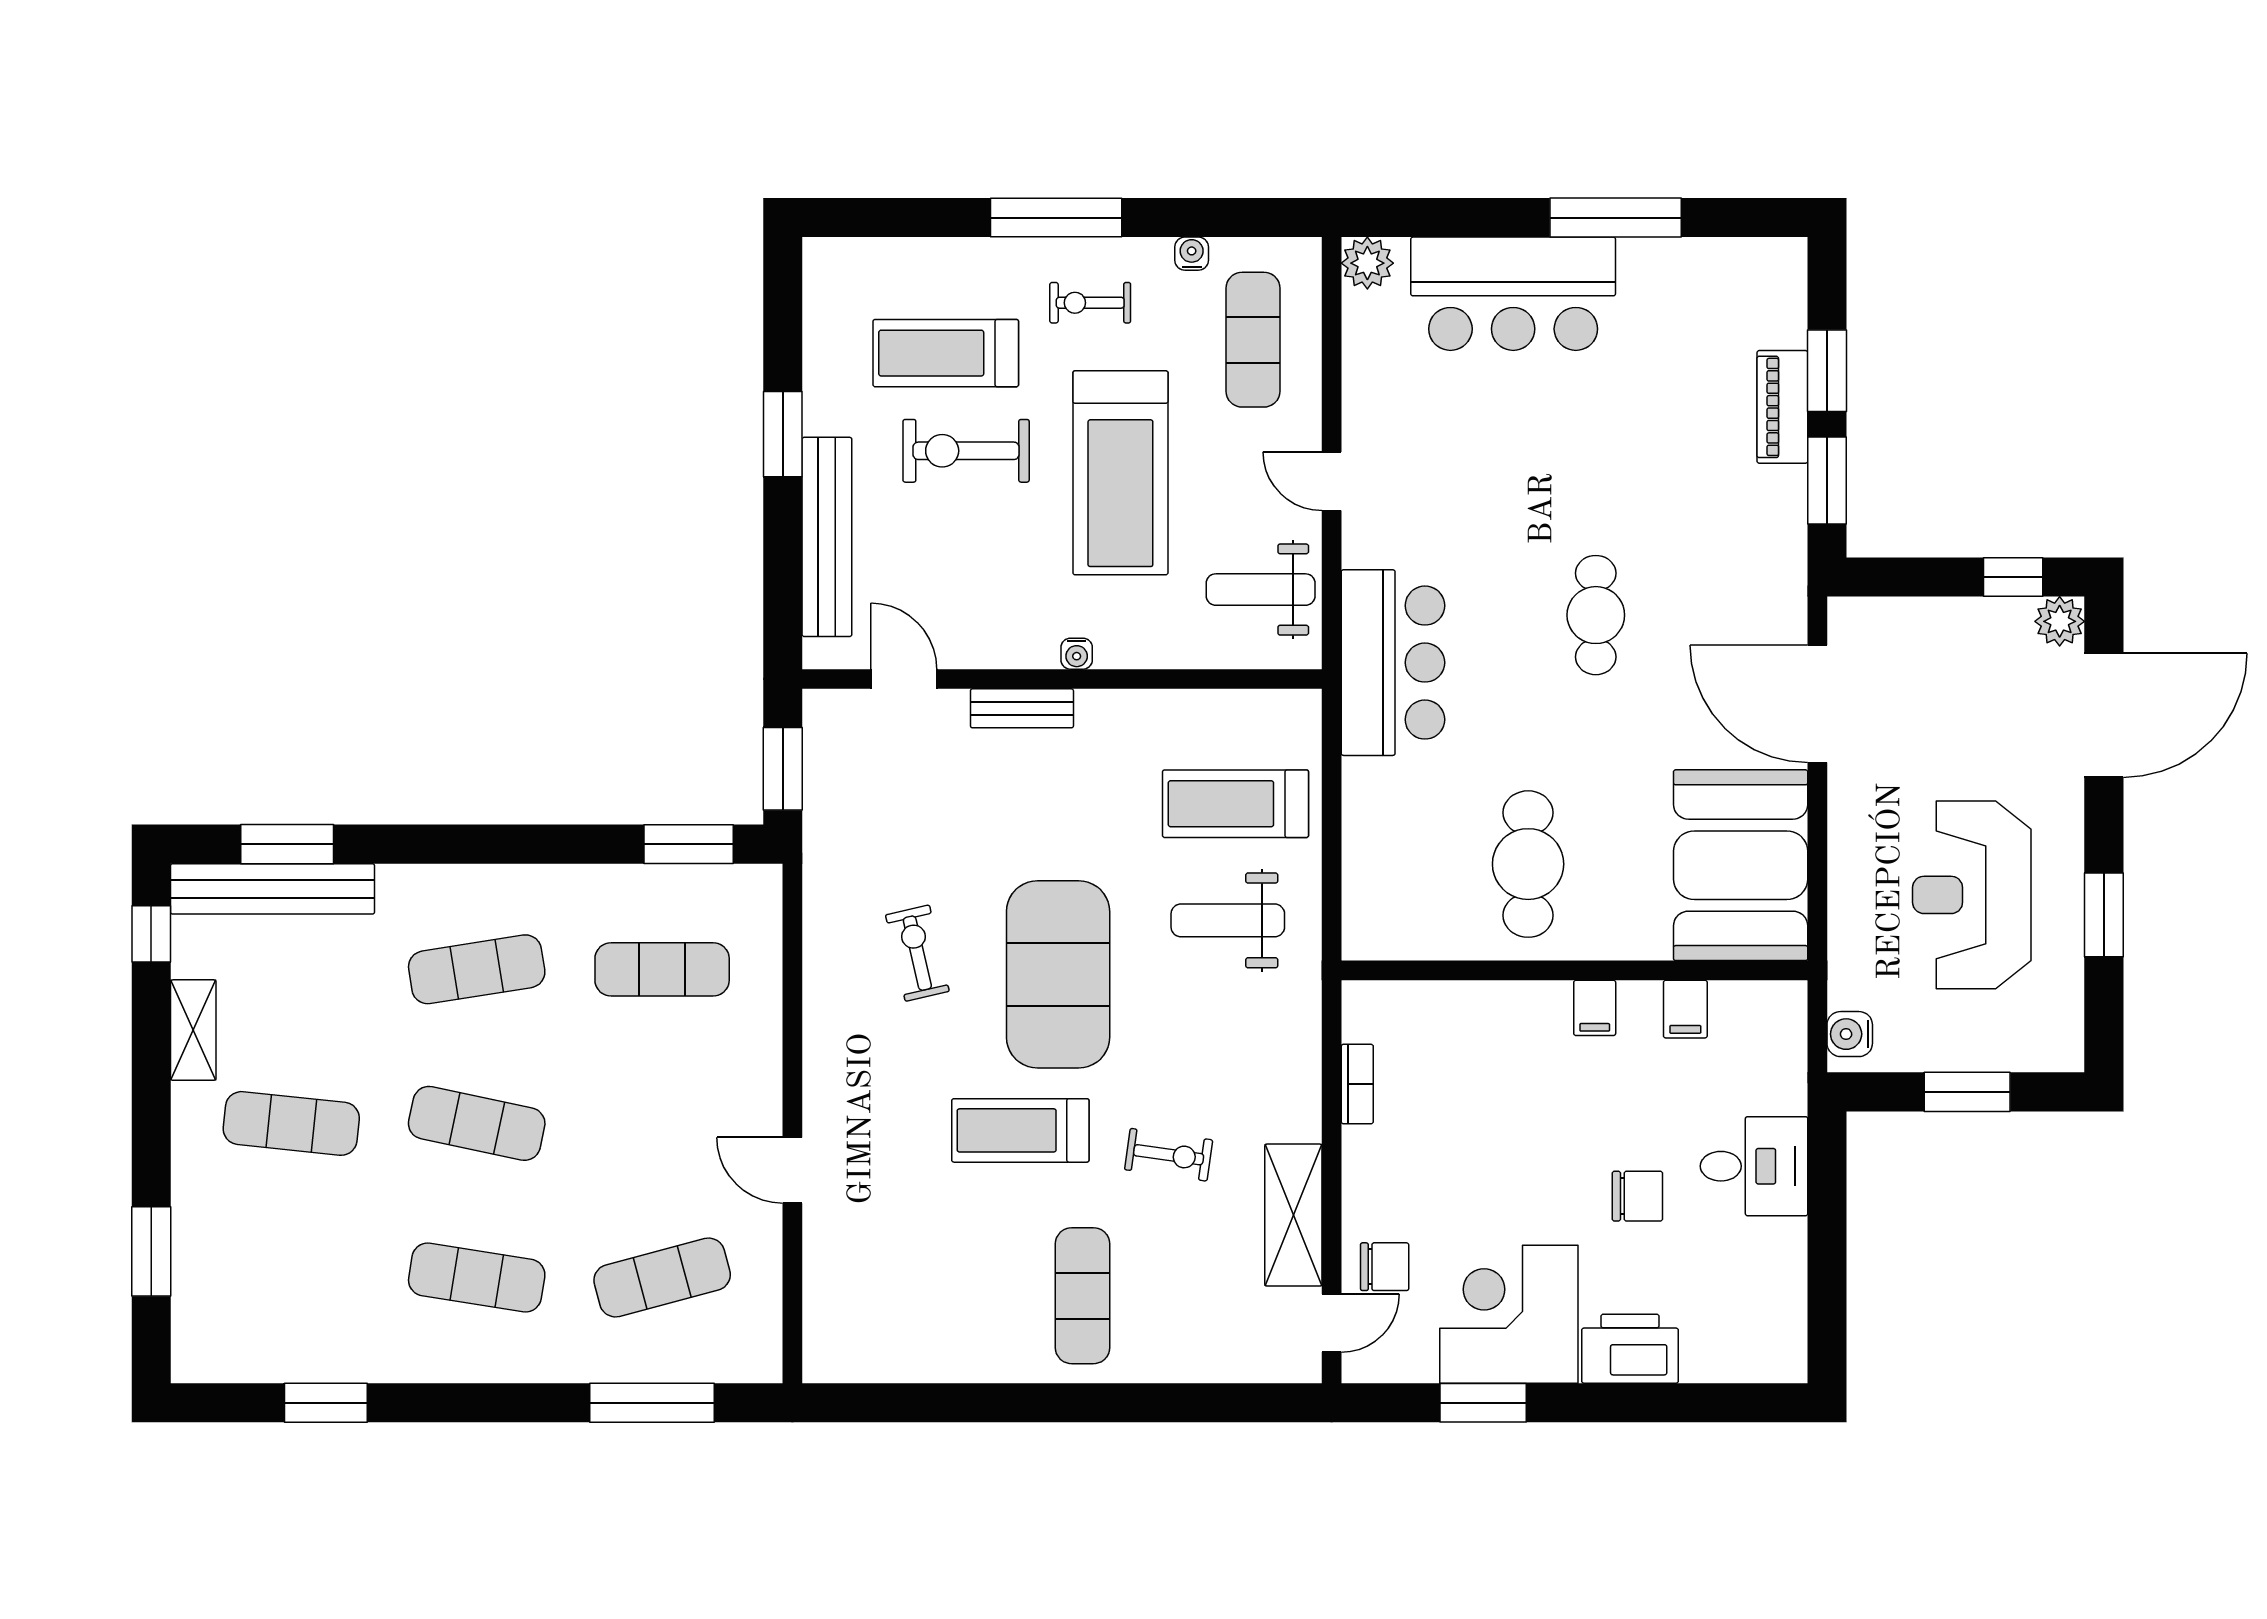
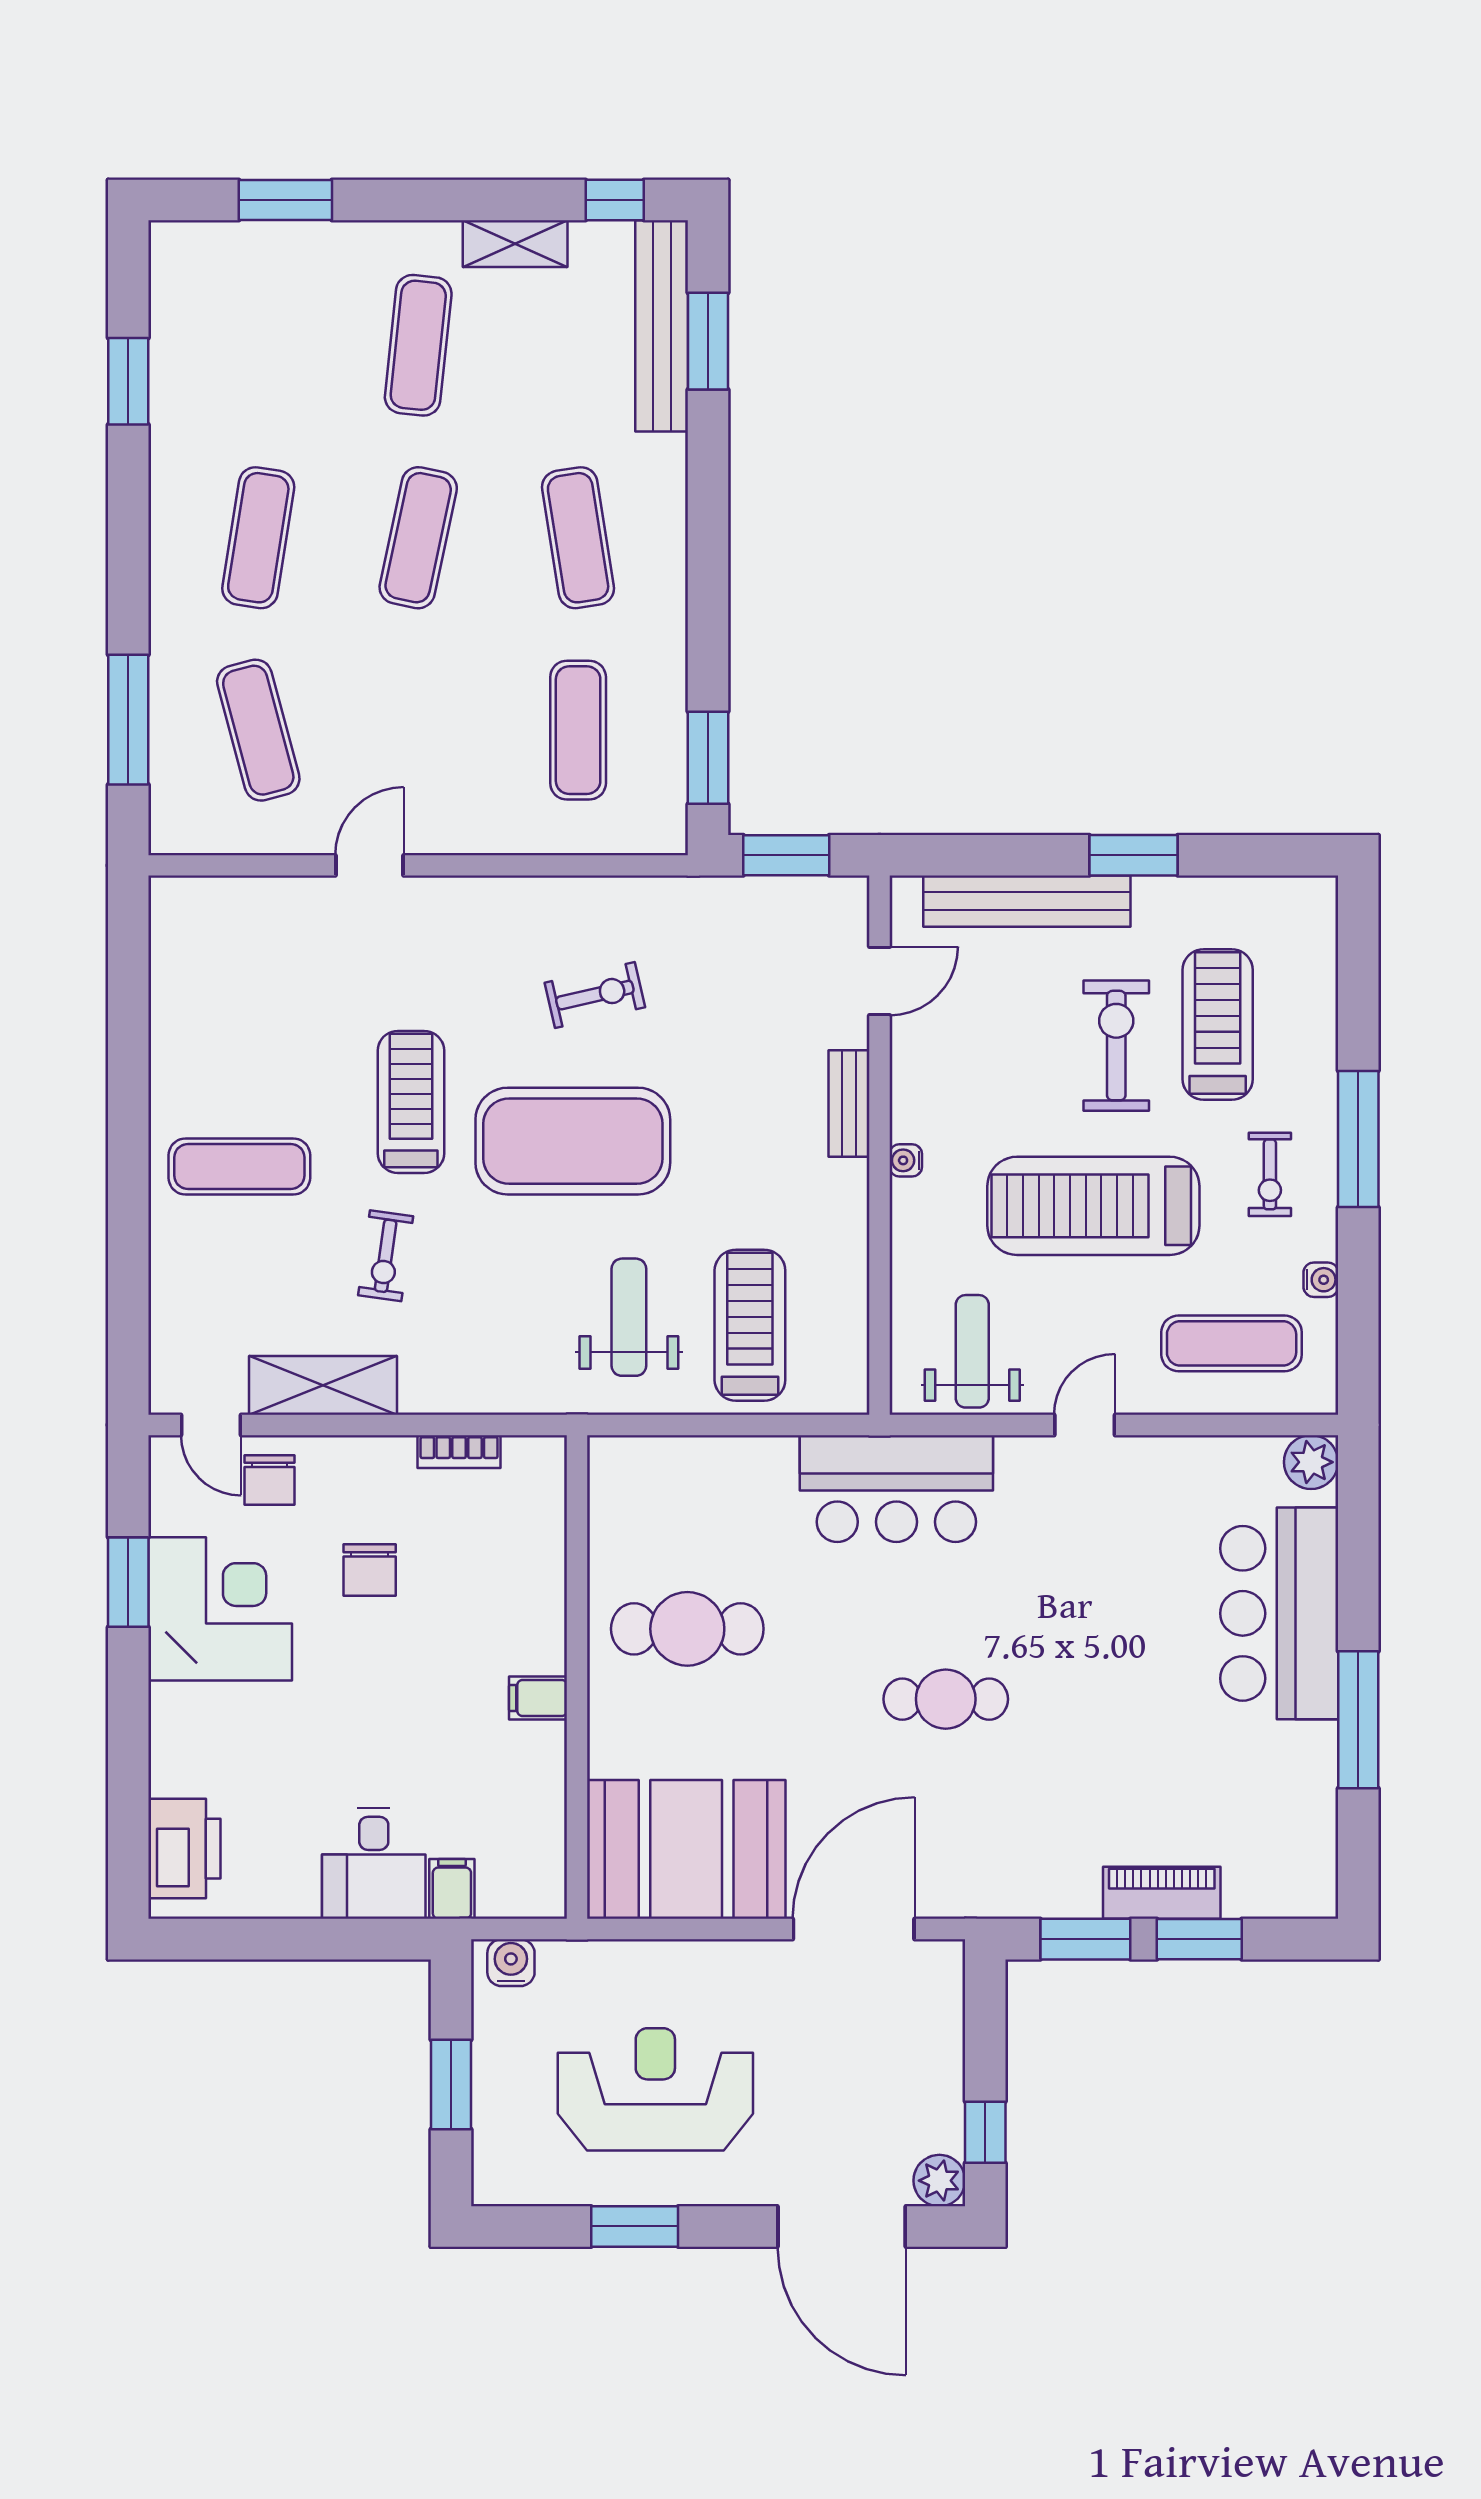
exercise bike: (1090, 303) -> (1270, 1174), turned 180
filing cabinet: (1685, 1009) -> (452, 1889), moved, turned 90
chair: (1637, 1196) -> (370, 1570), moved
printer: (1630, 1349) -> (184, 1849), moved

